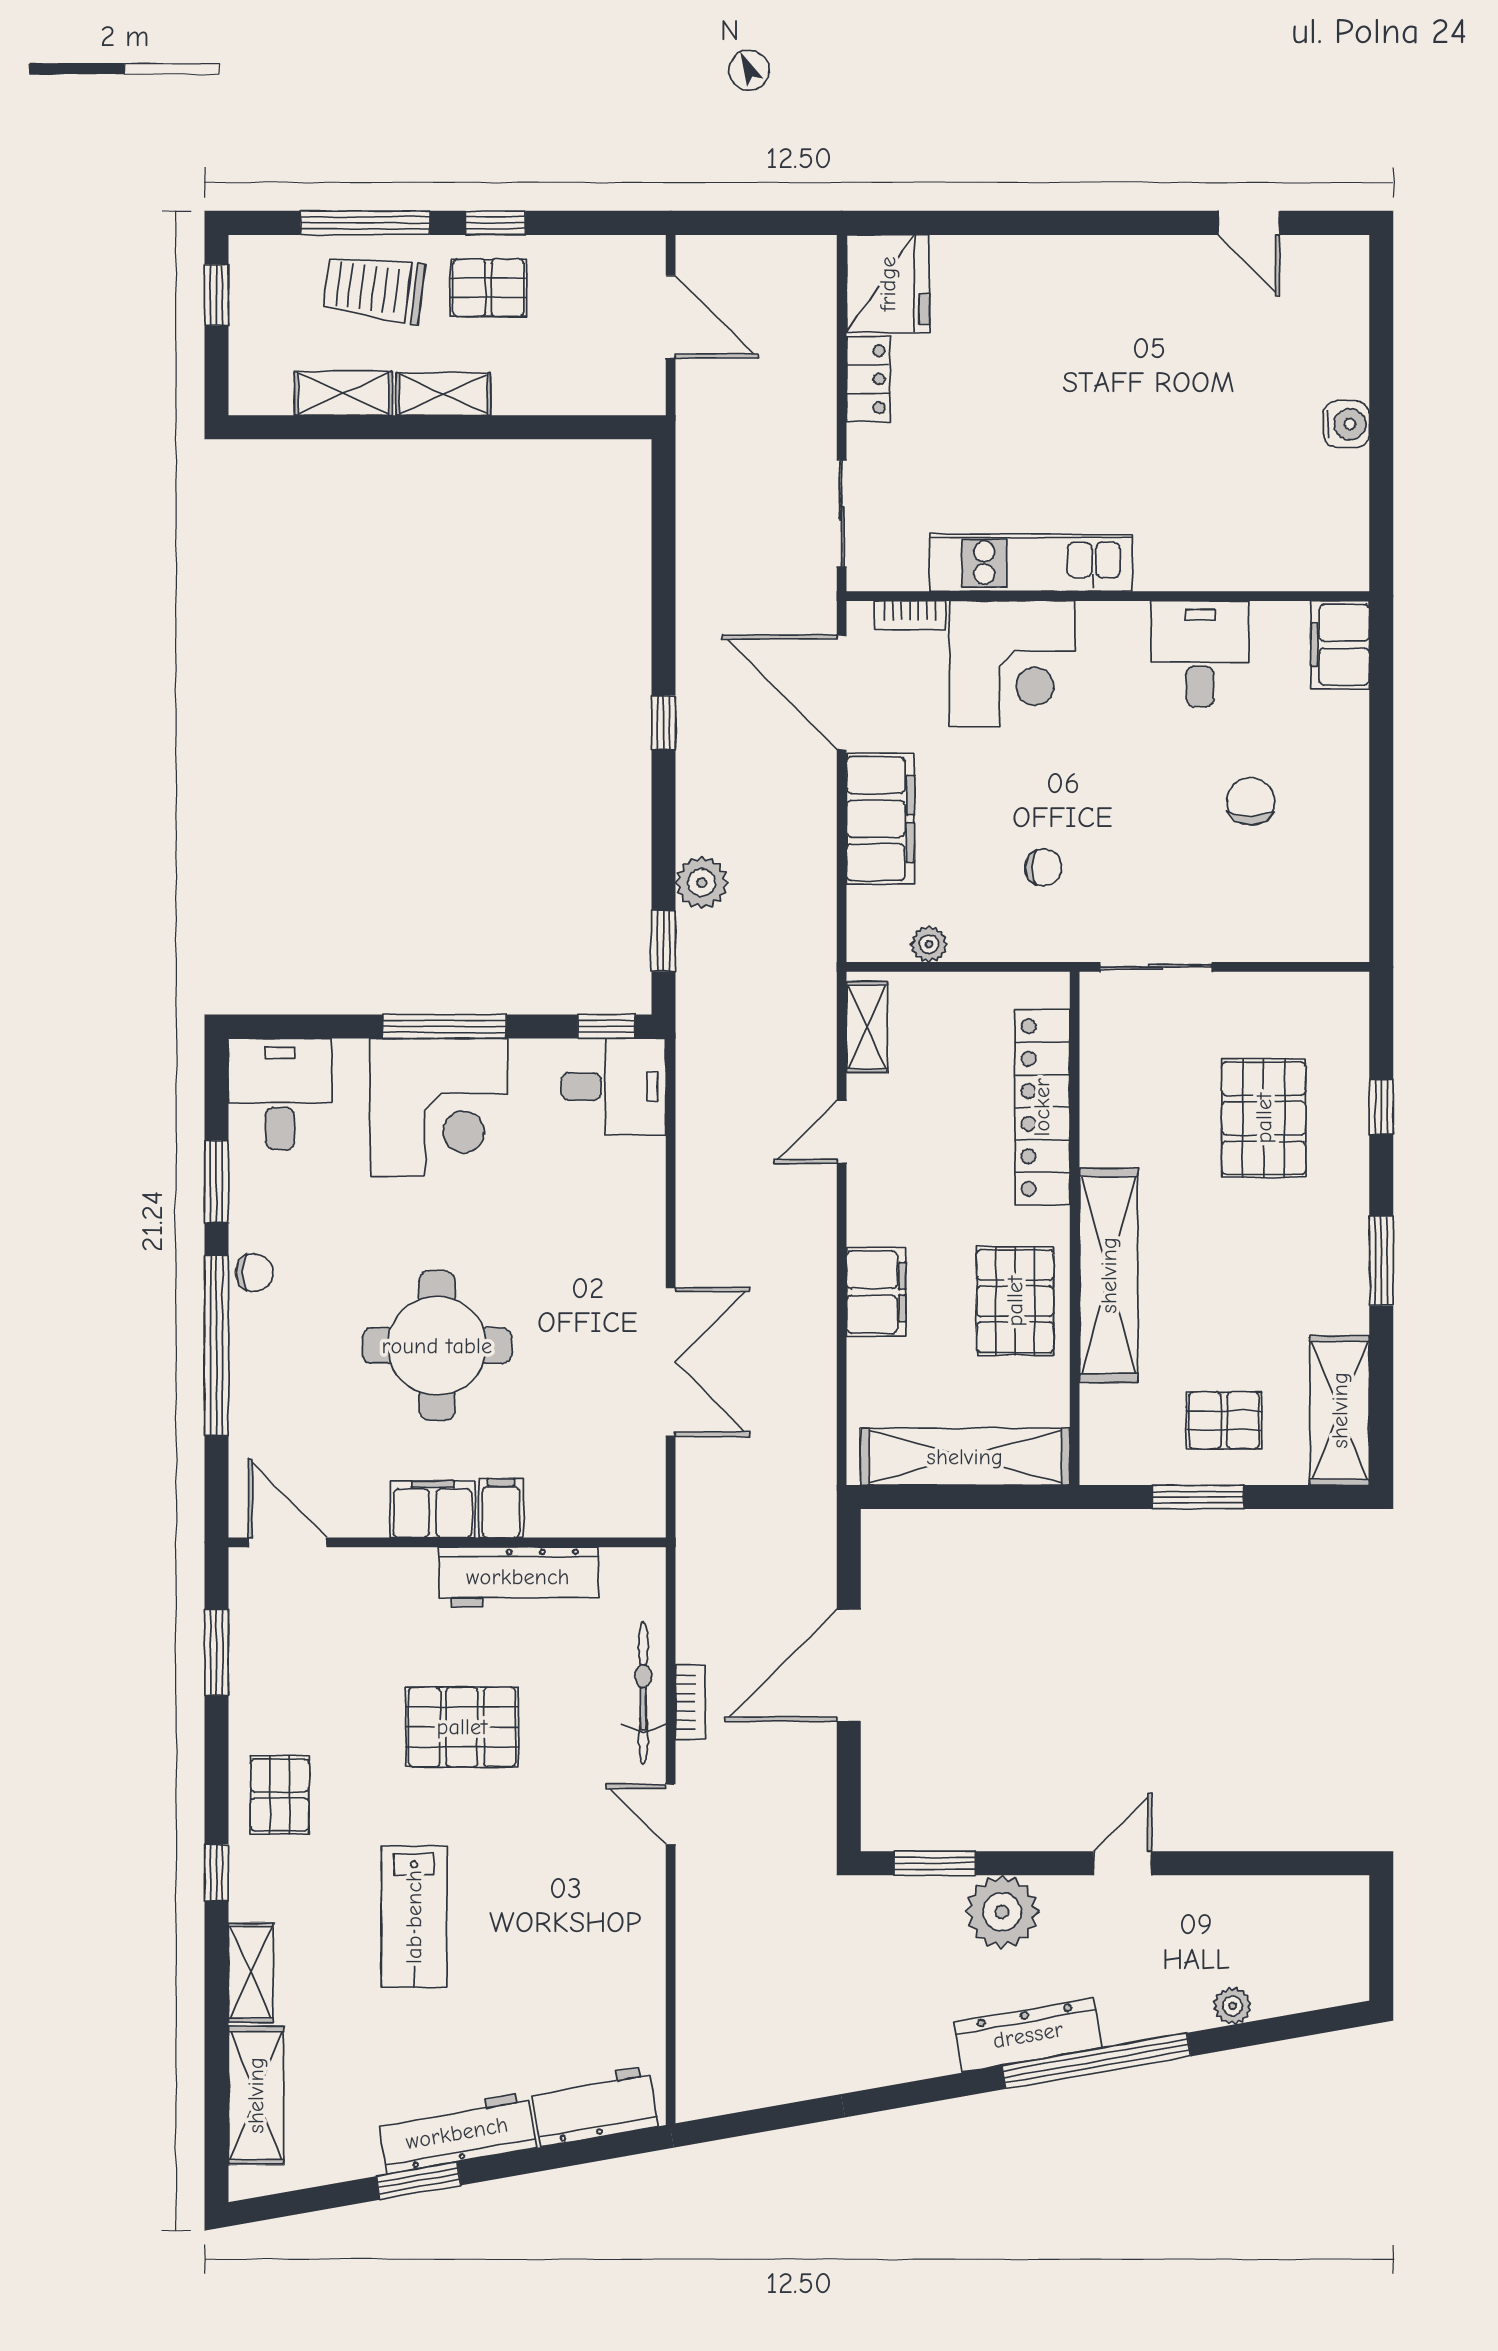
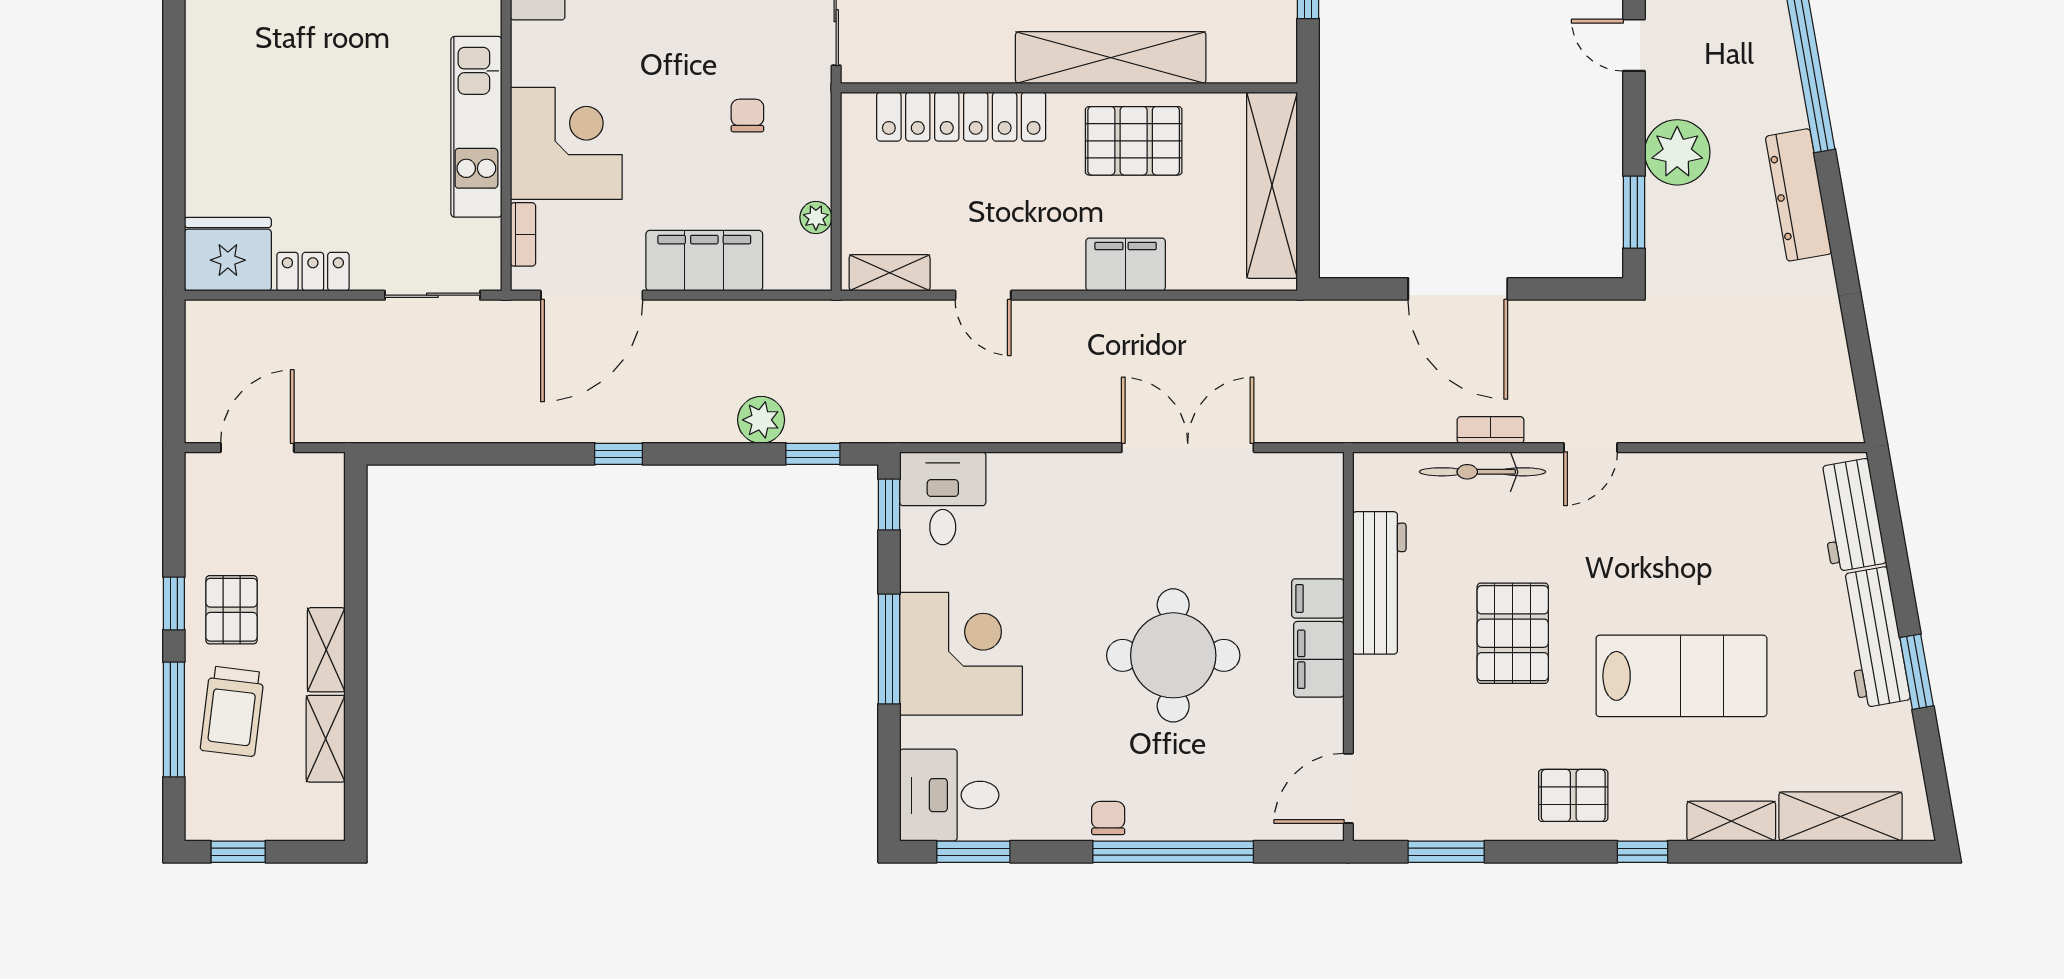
window: (216, 1182) -> (973, 852), moved
lab bench: (414, 1917) -> (1681, 676), width x1.36, depth x1.39
dresser: (1028, 2035) -> (1798, 195), moved

